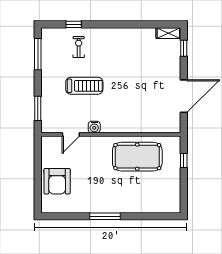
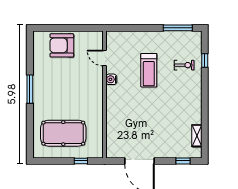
shelving: (168, 33) -> (197, 136), moved
window: (38, 108) -> (128, 28), removed
pool table: (137, 157) -> (63, 133), moved, turned 90

